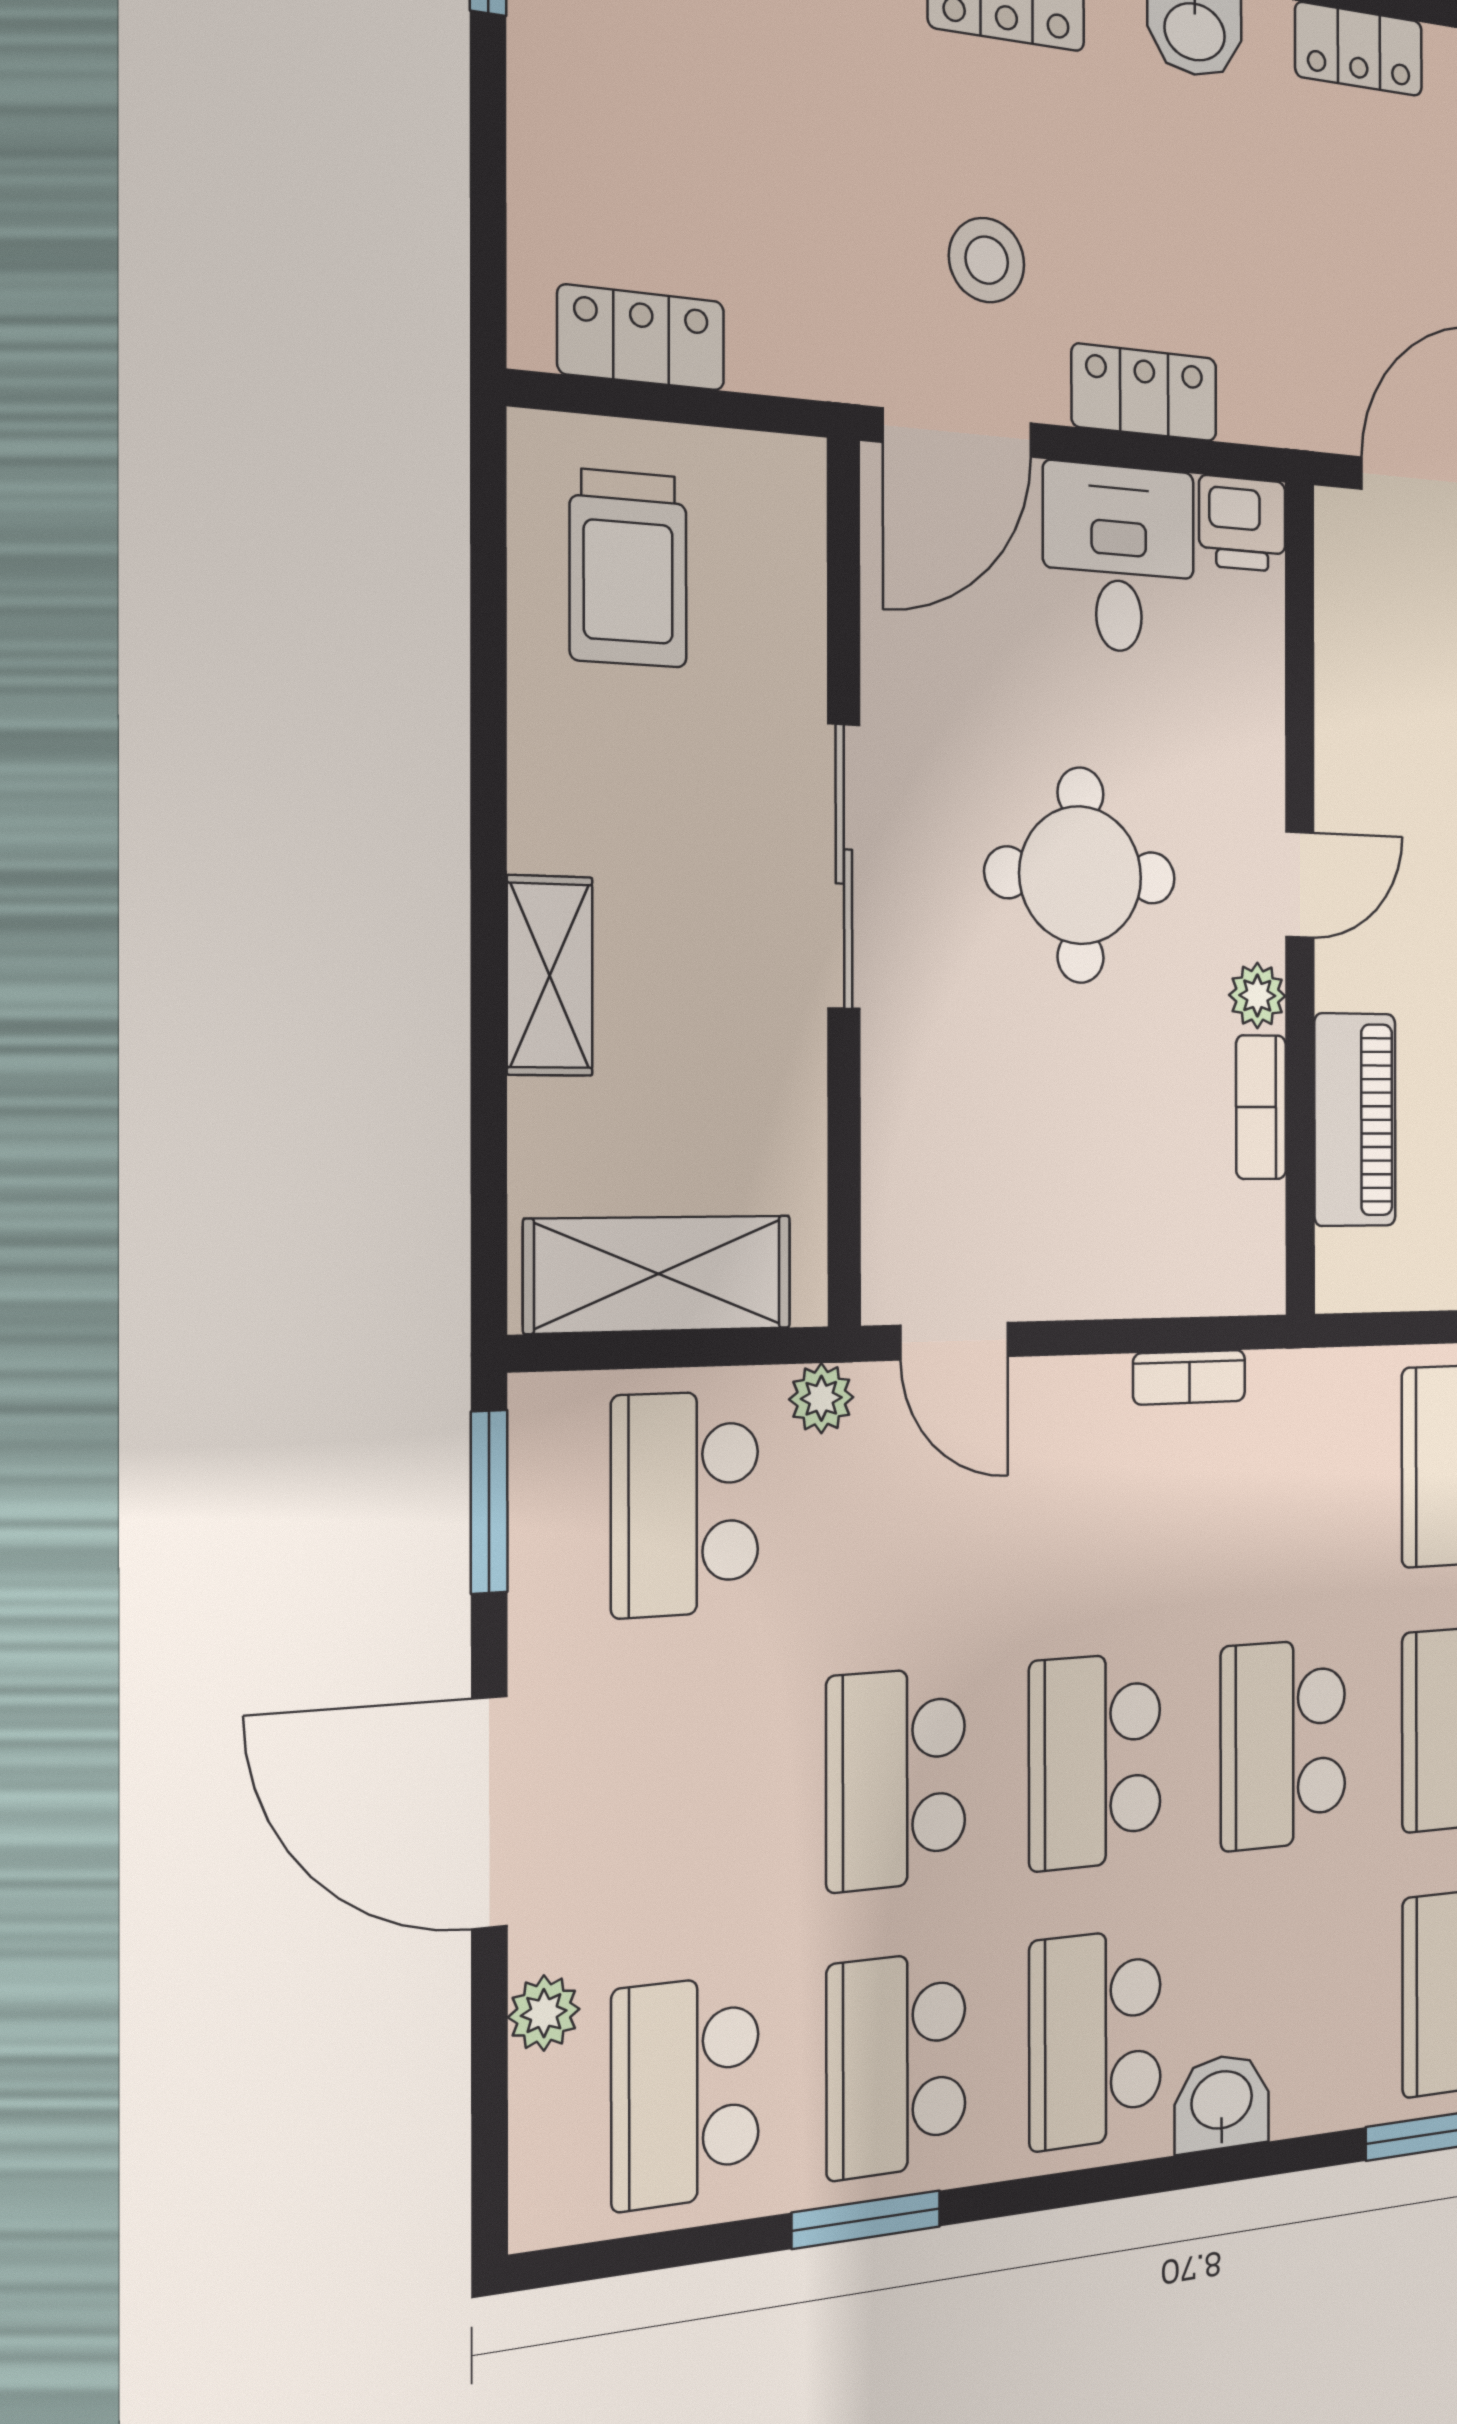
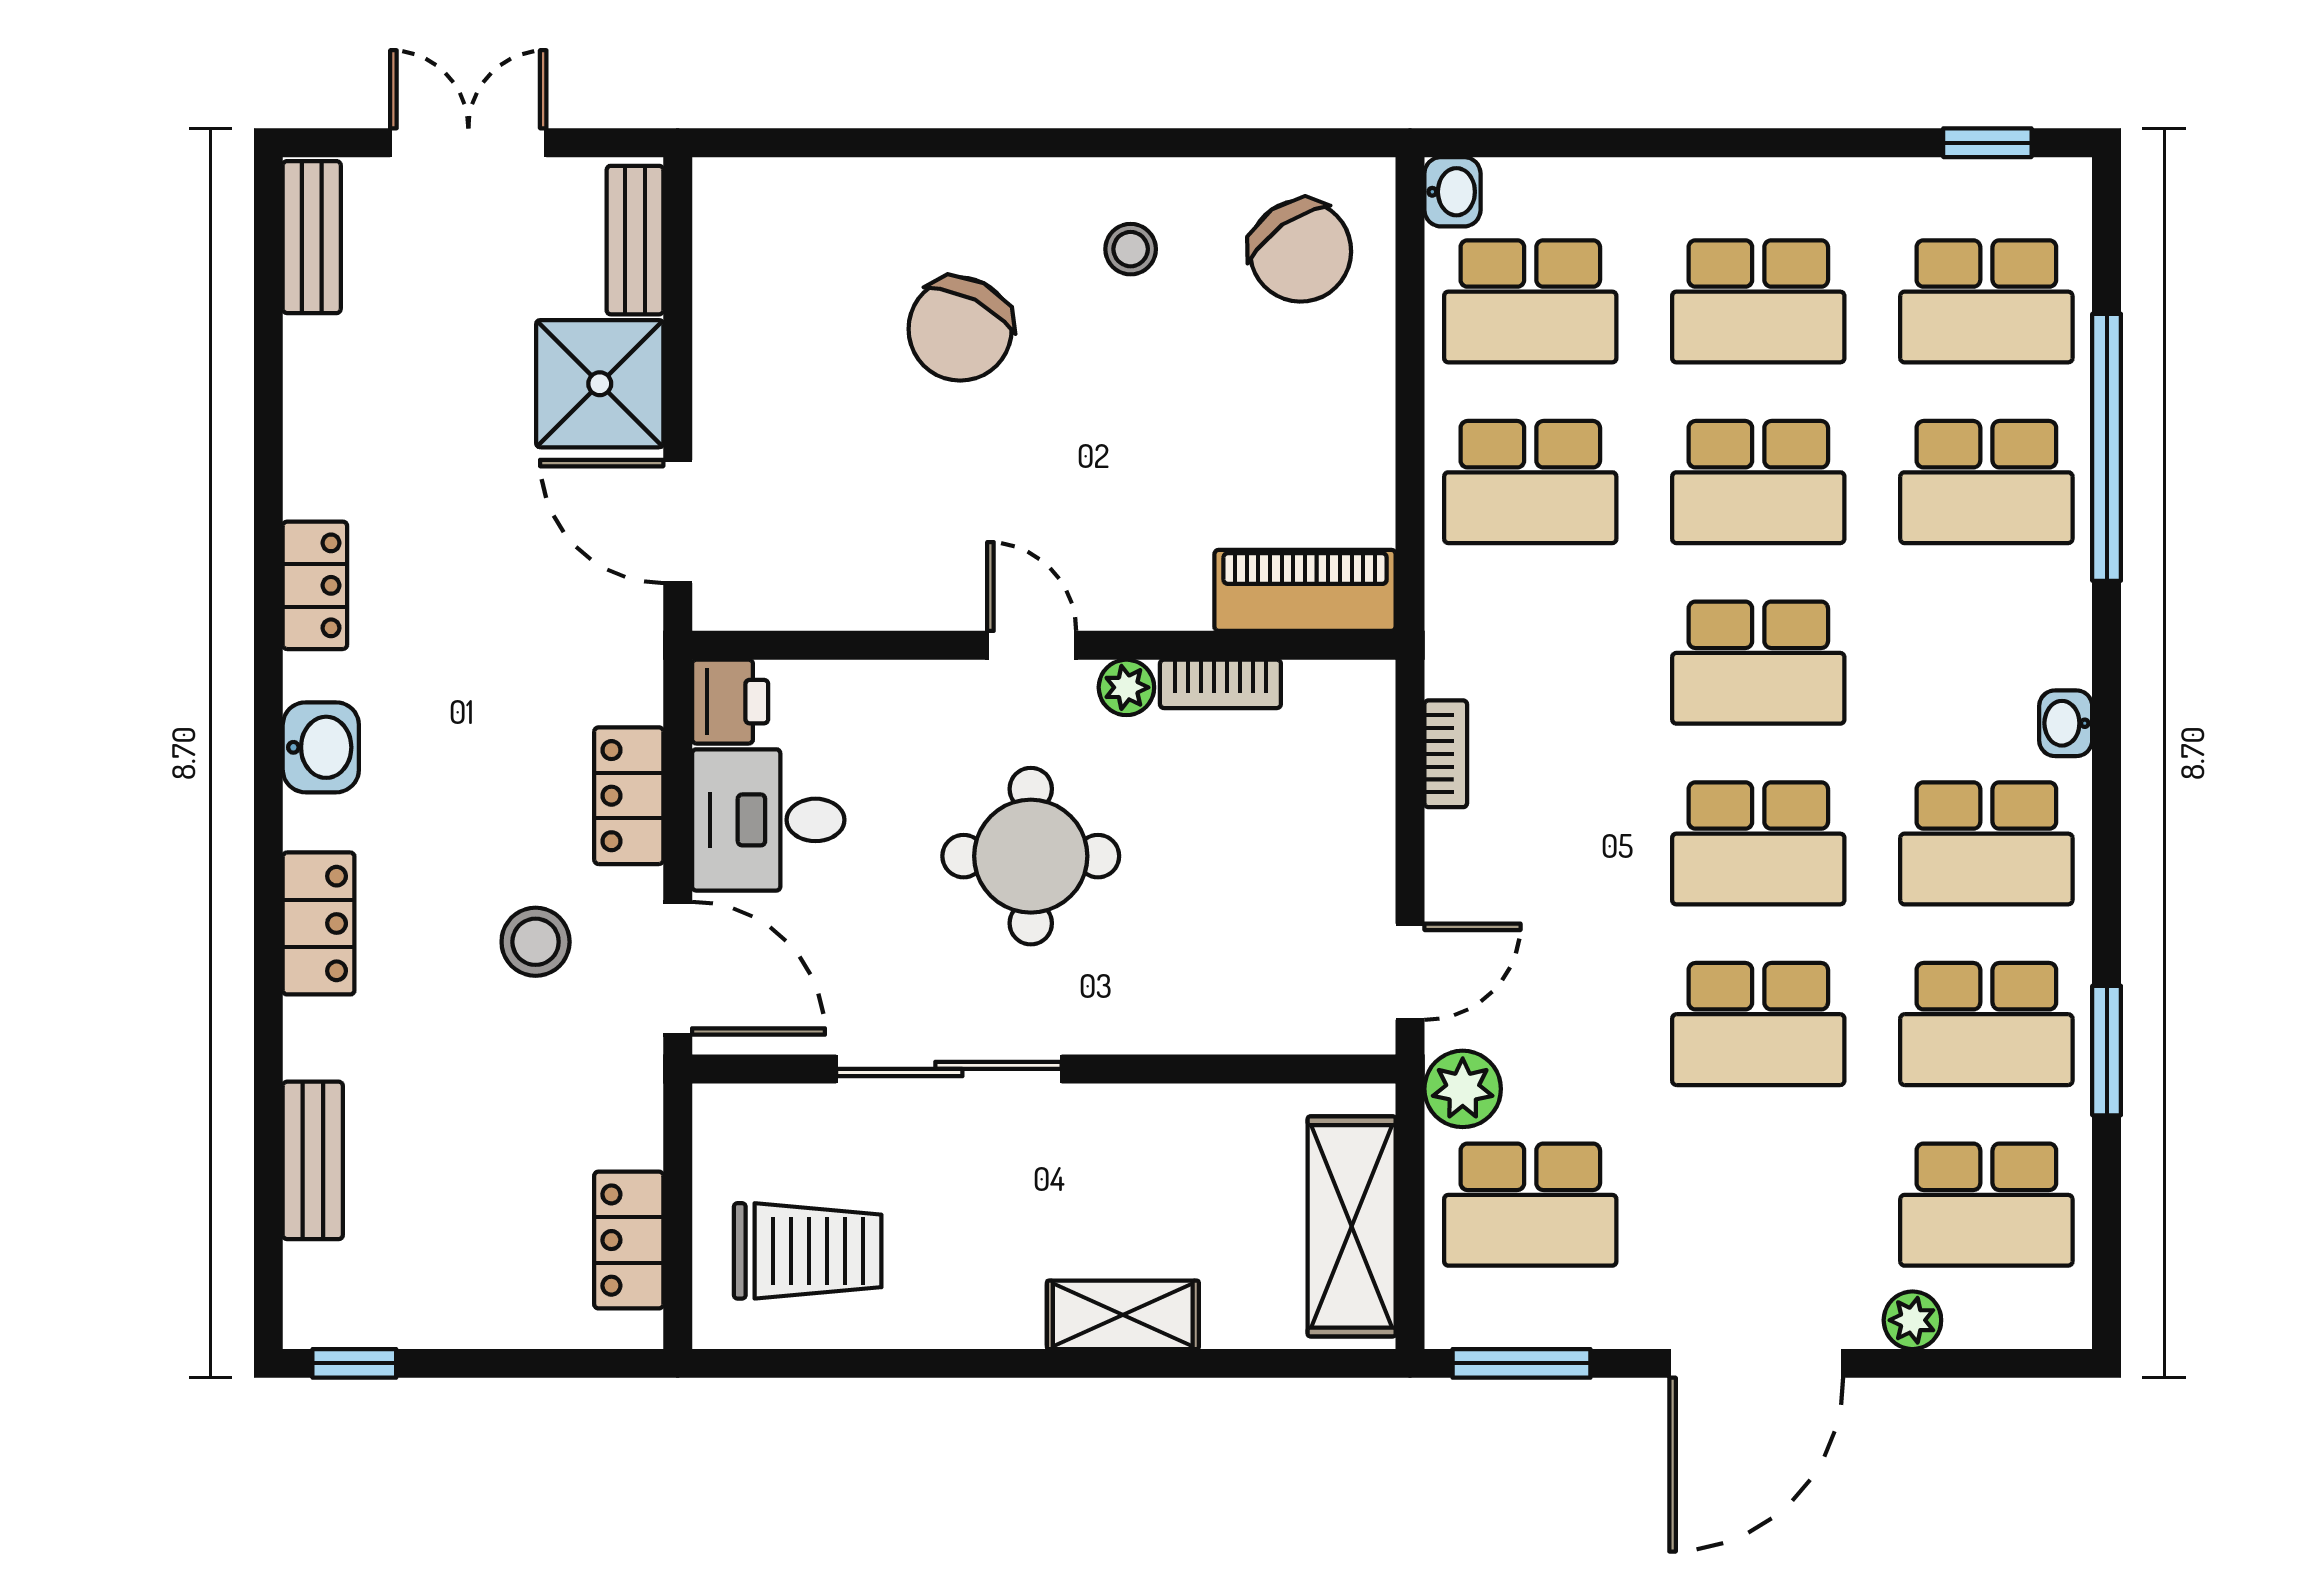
sliding door: (844, 866) -> (949, 1069), moved
piano: (1355, 1120) -> (1305, 590), moved
plant: (821, 1398) -> (1463, 1089), width x1.38, depth x1.38
washbasin: (1222, 2103) -> (2066, 723), width x0.72, depth x0.69

